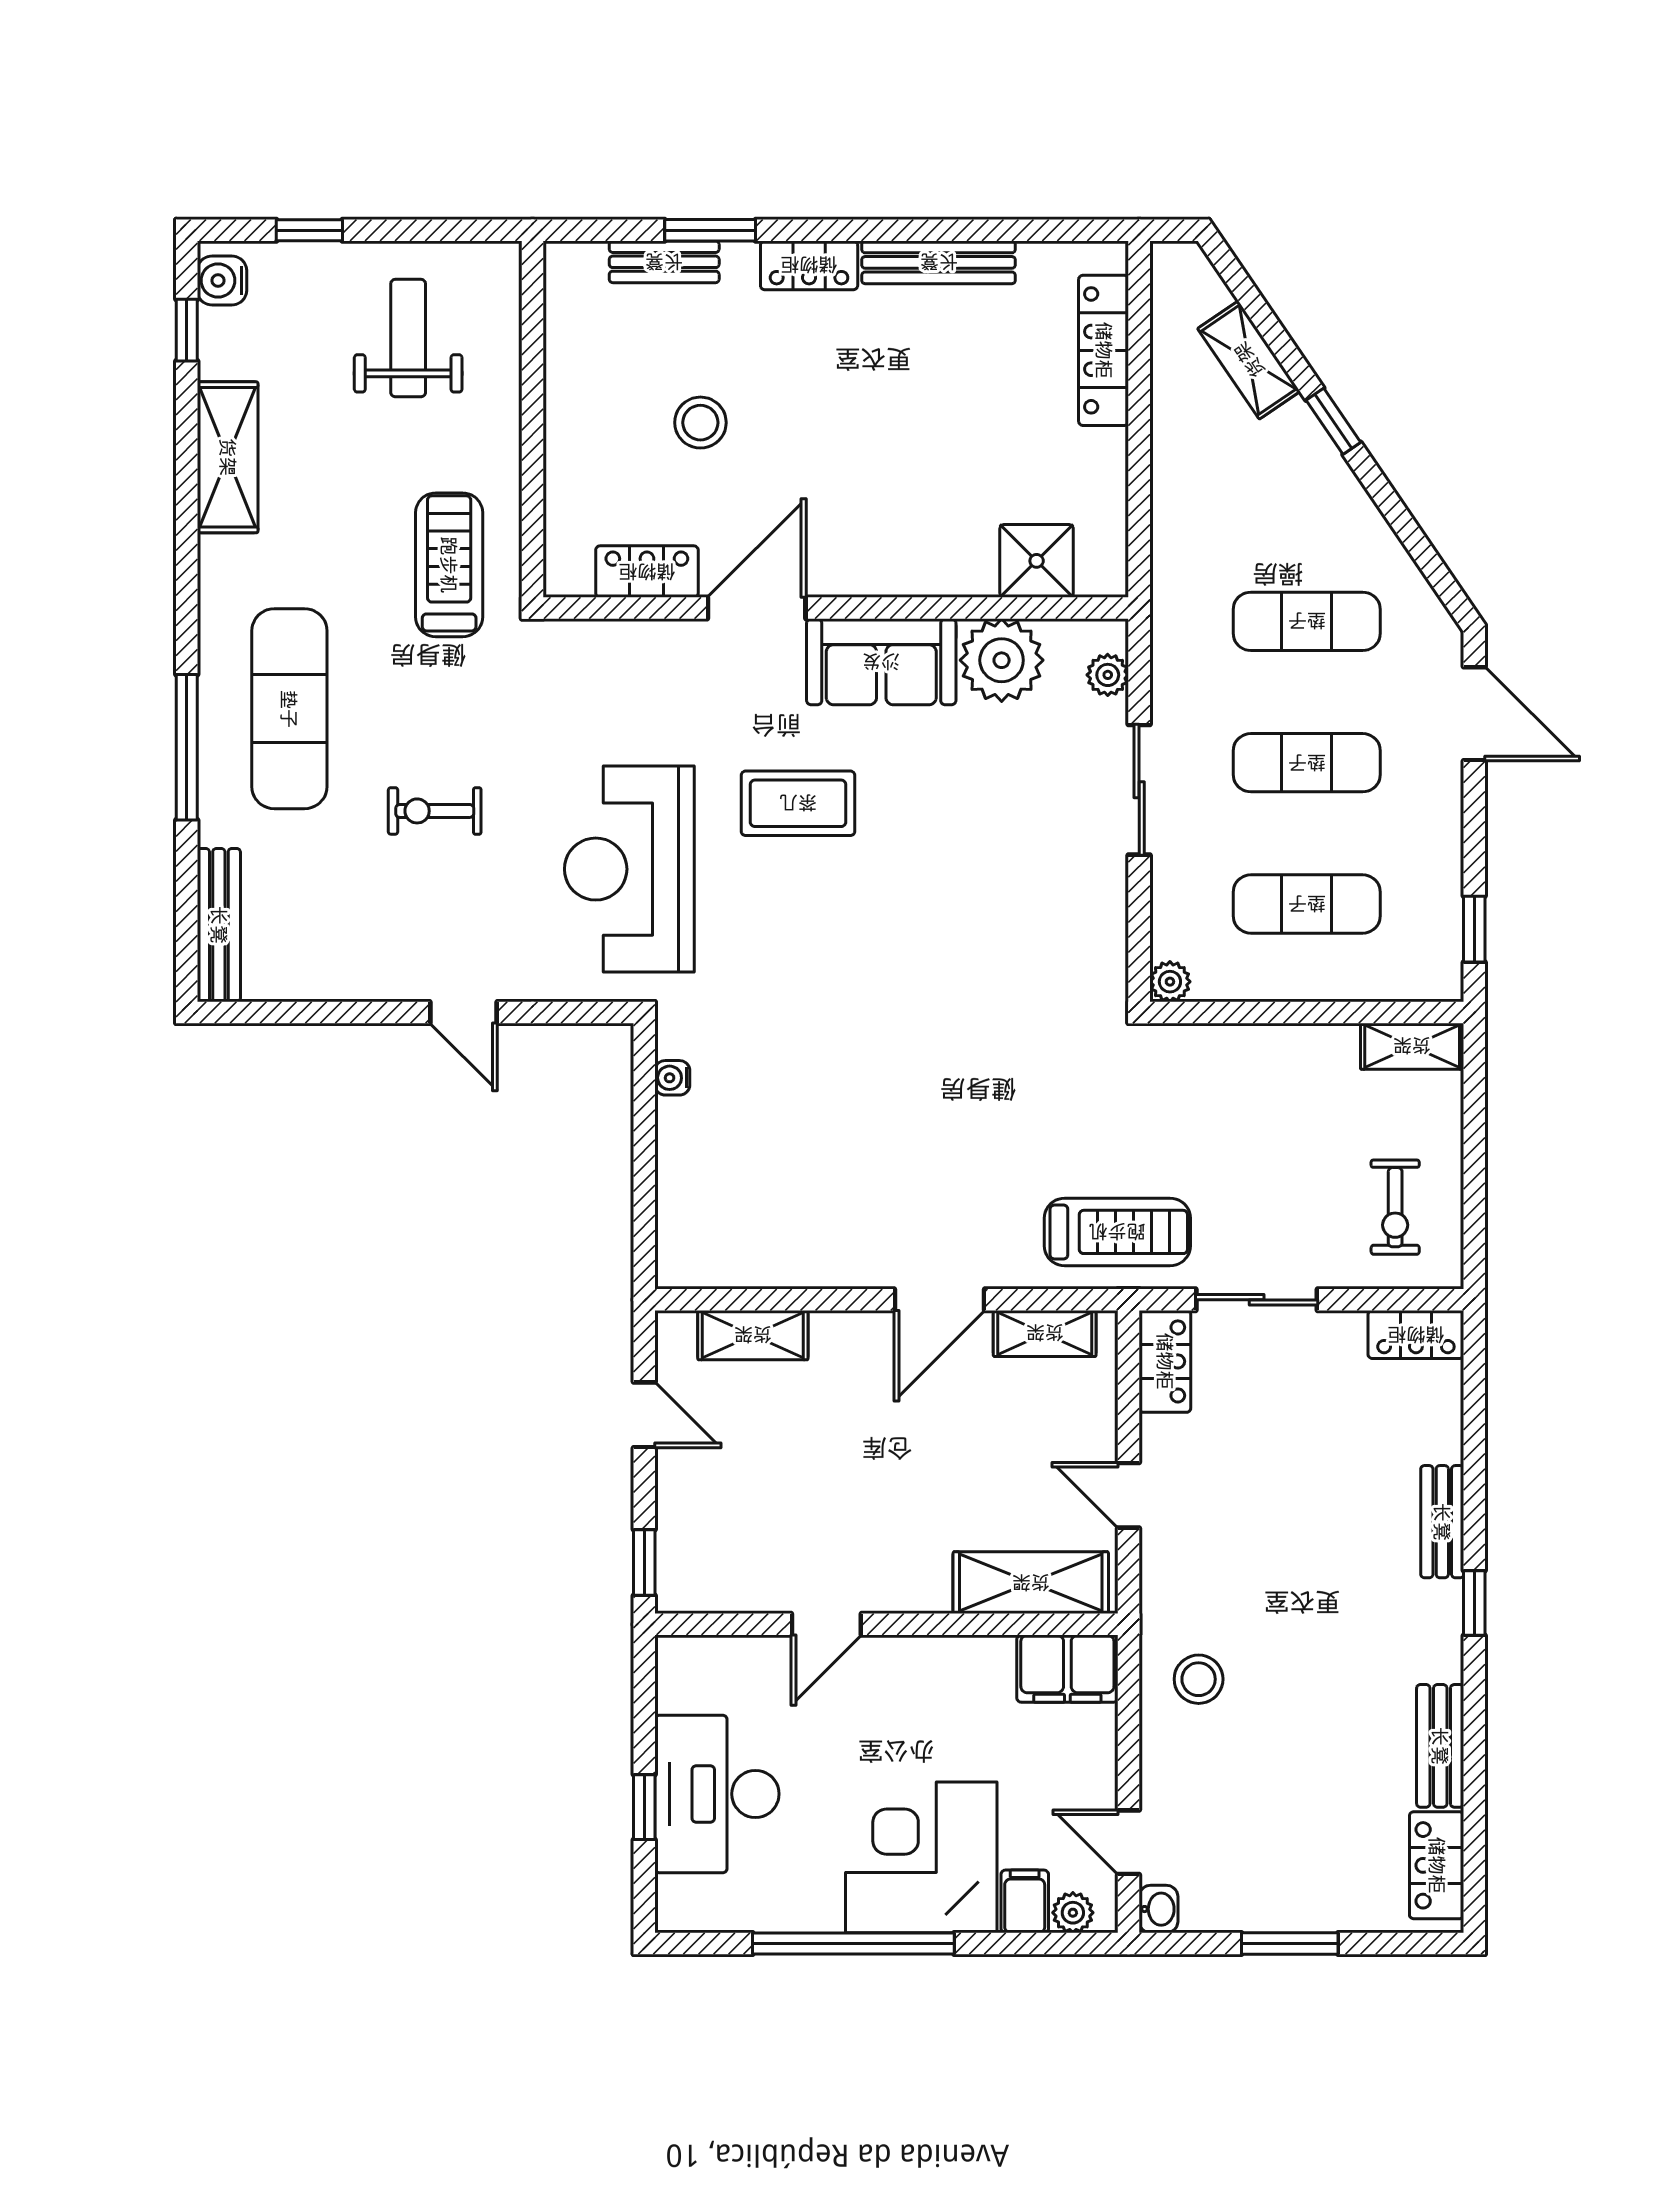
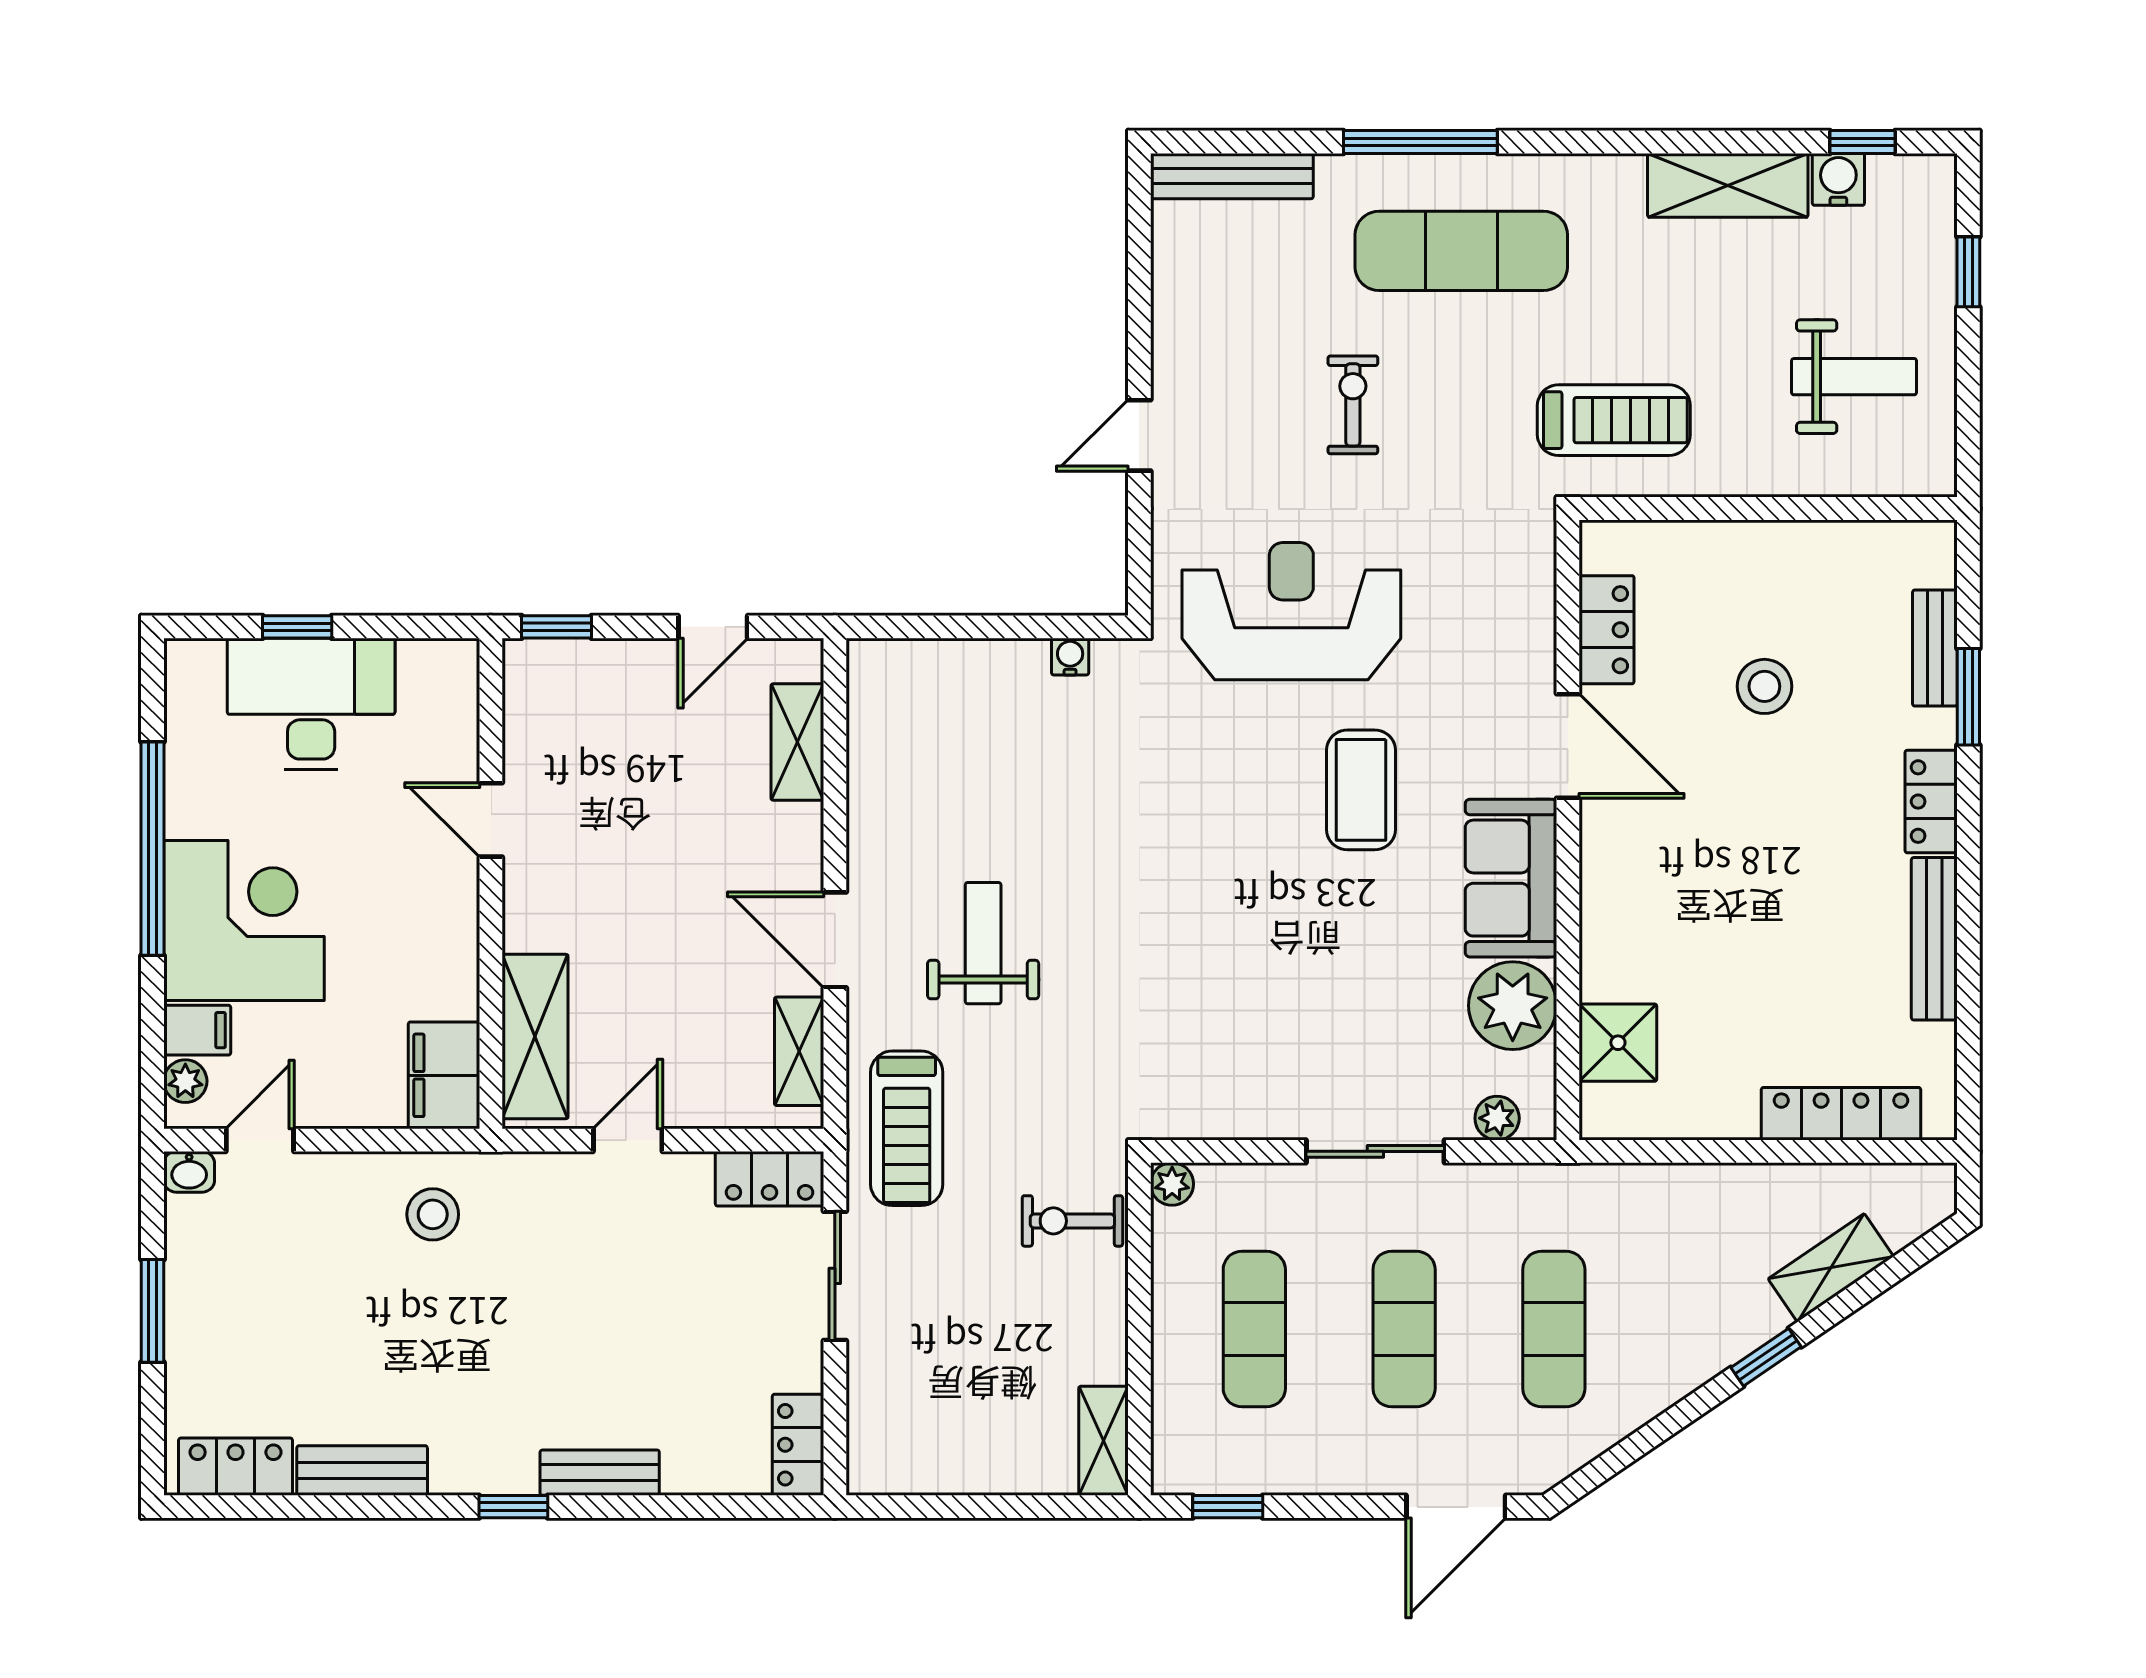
water cooler: (222, 280) -> (1838, 179), moved
weight bench: (943, 1160) -> (983, 943), added
exercise bike: (1395, 1207) -> (1072, 1221), moved

